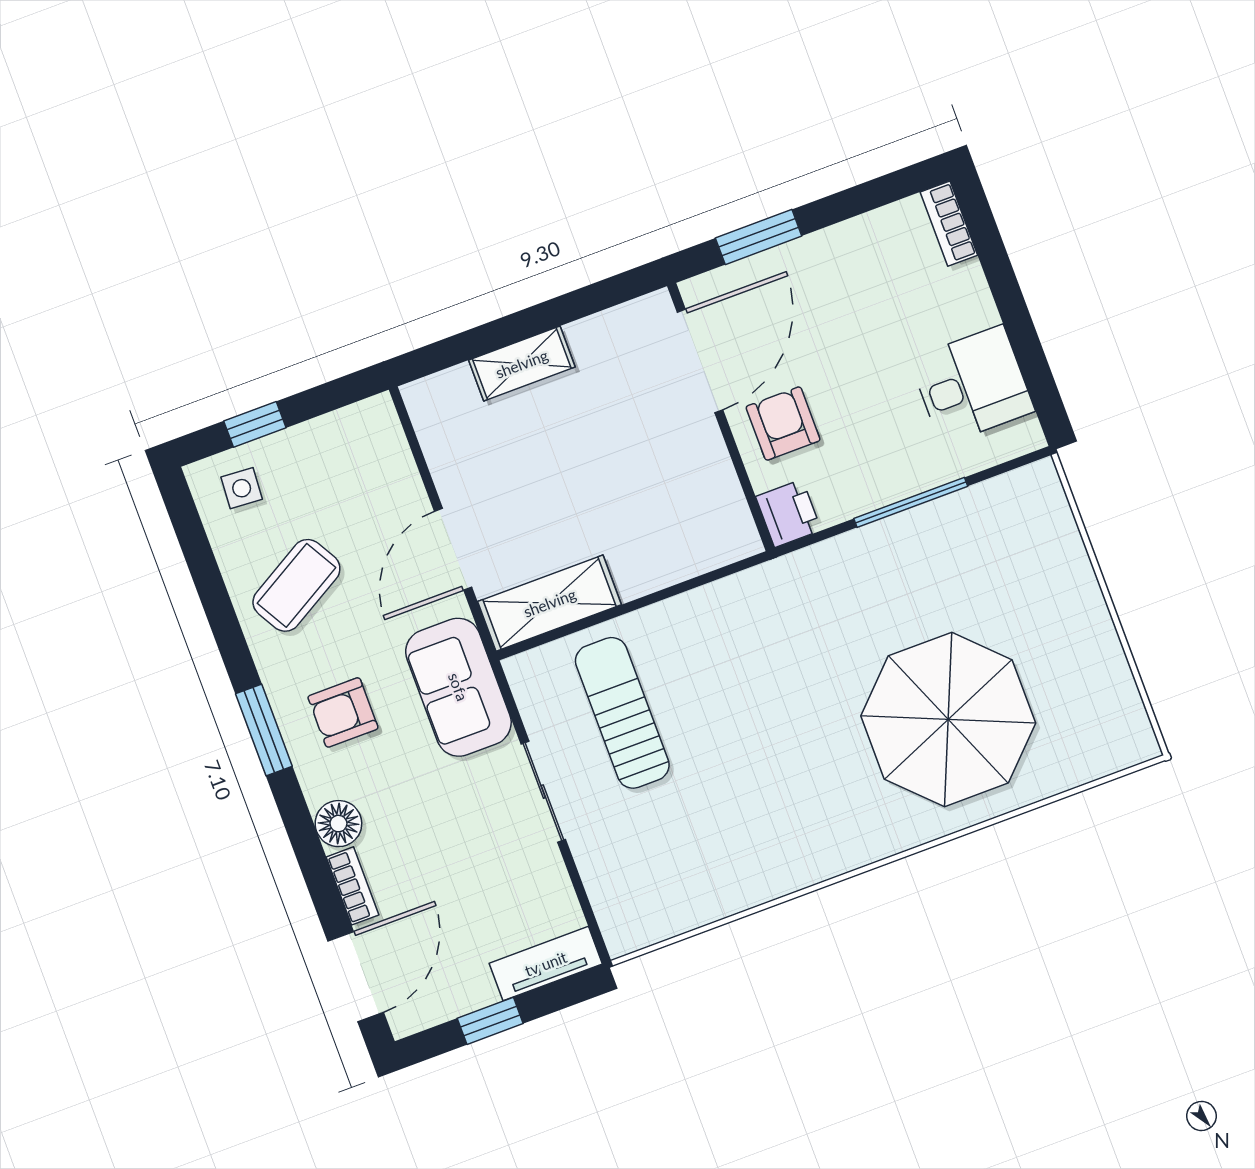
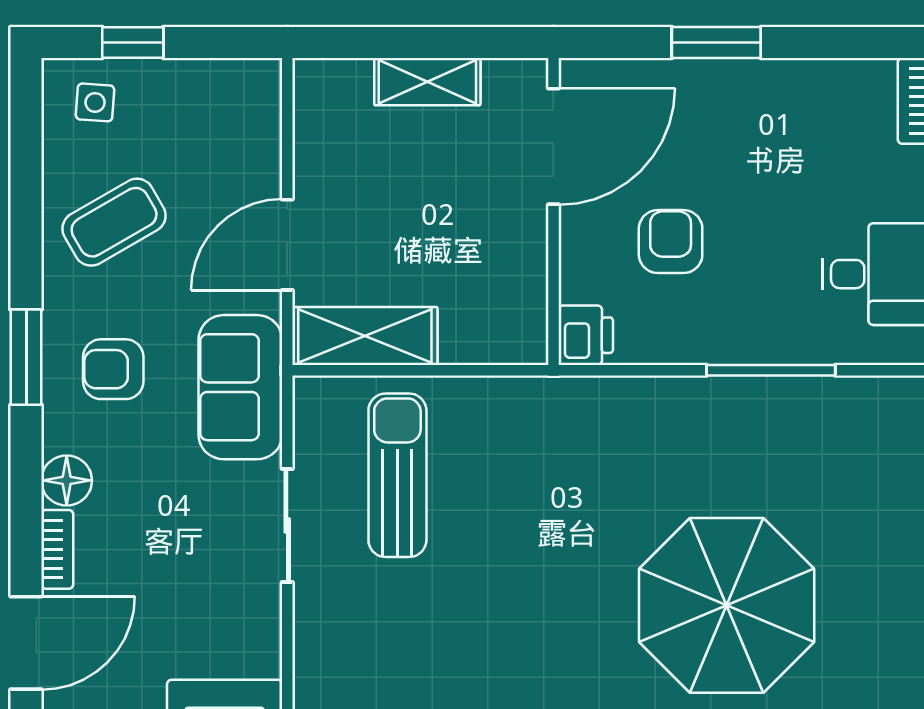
door: (700, 361) -> (553, 146), moved
wall: (721, 417) -> (553, 211), moved
printer: (788, 513) -> (586, 335), moved

